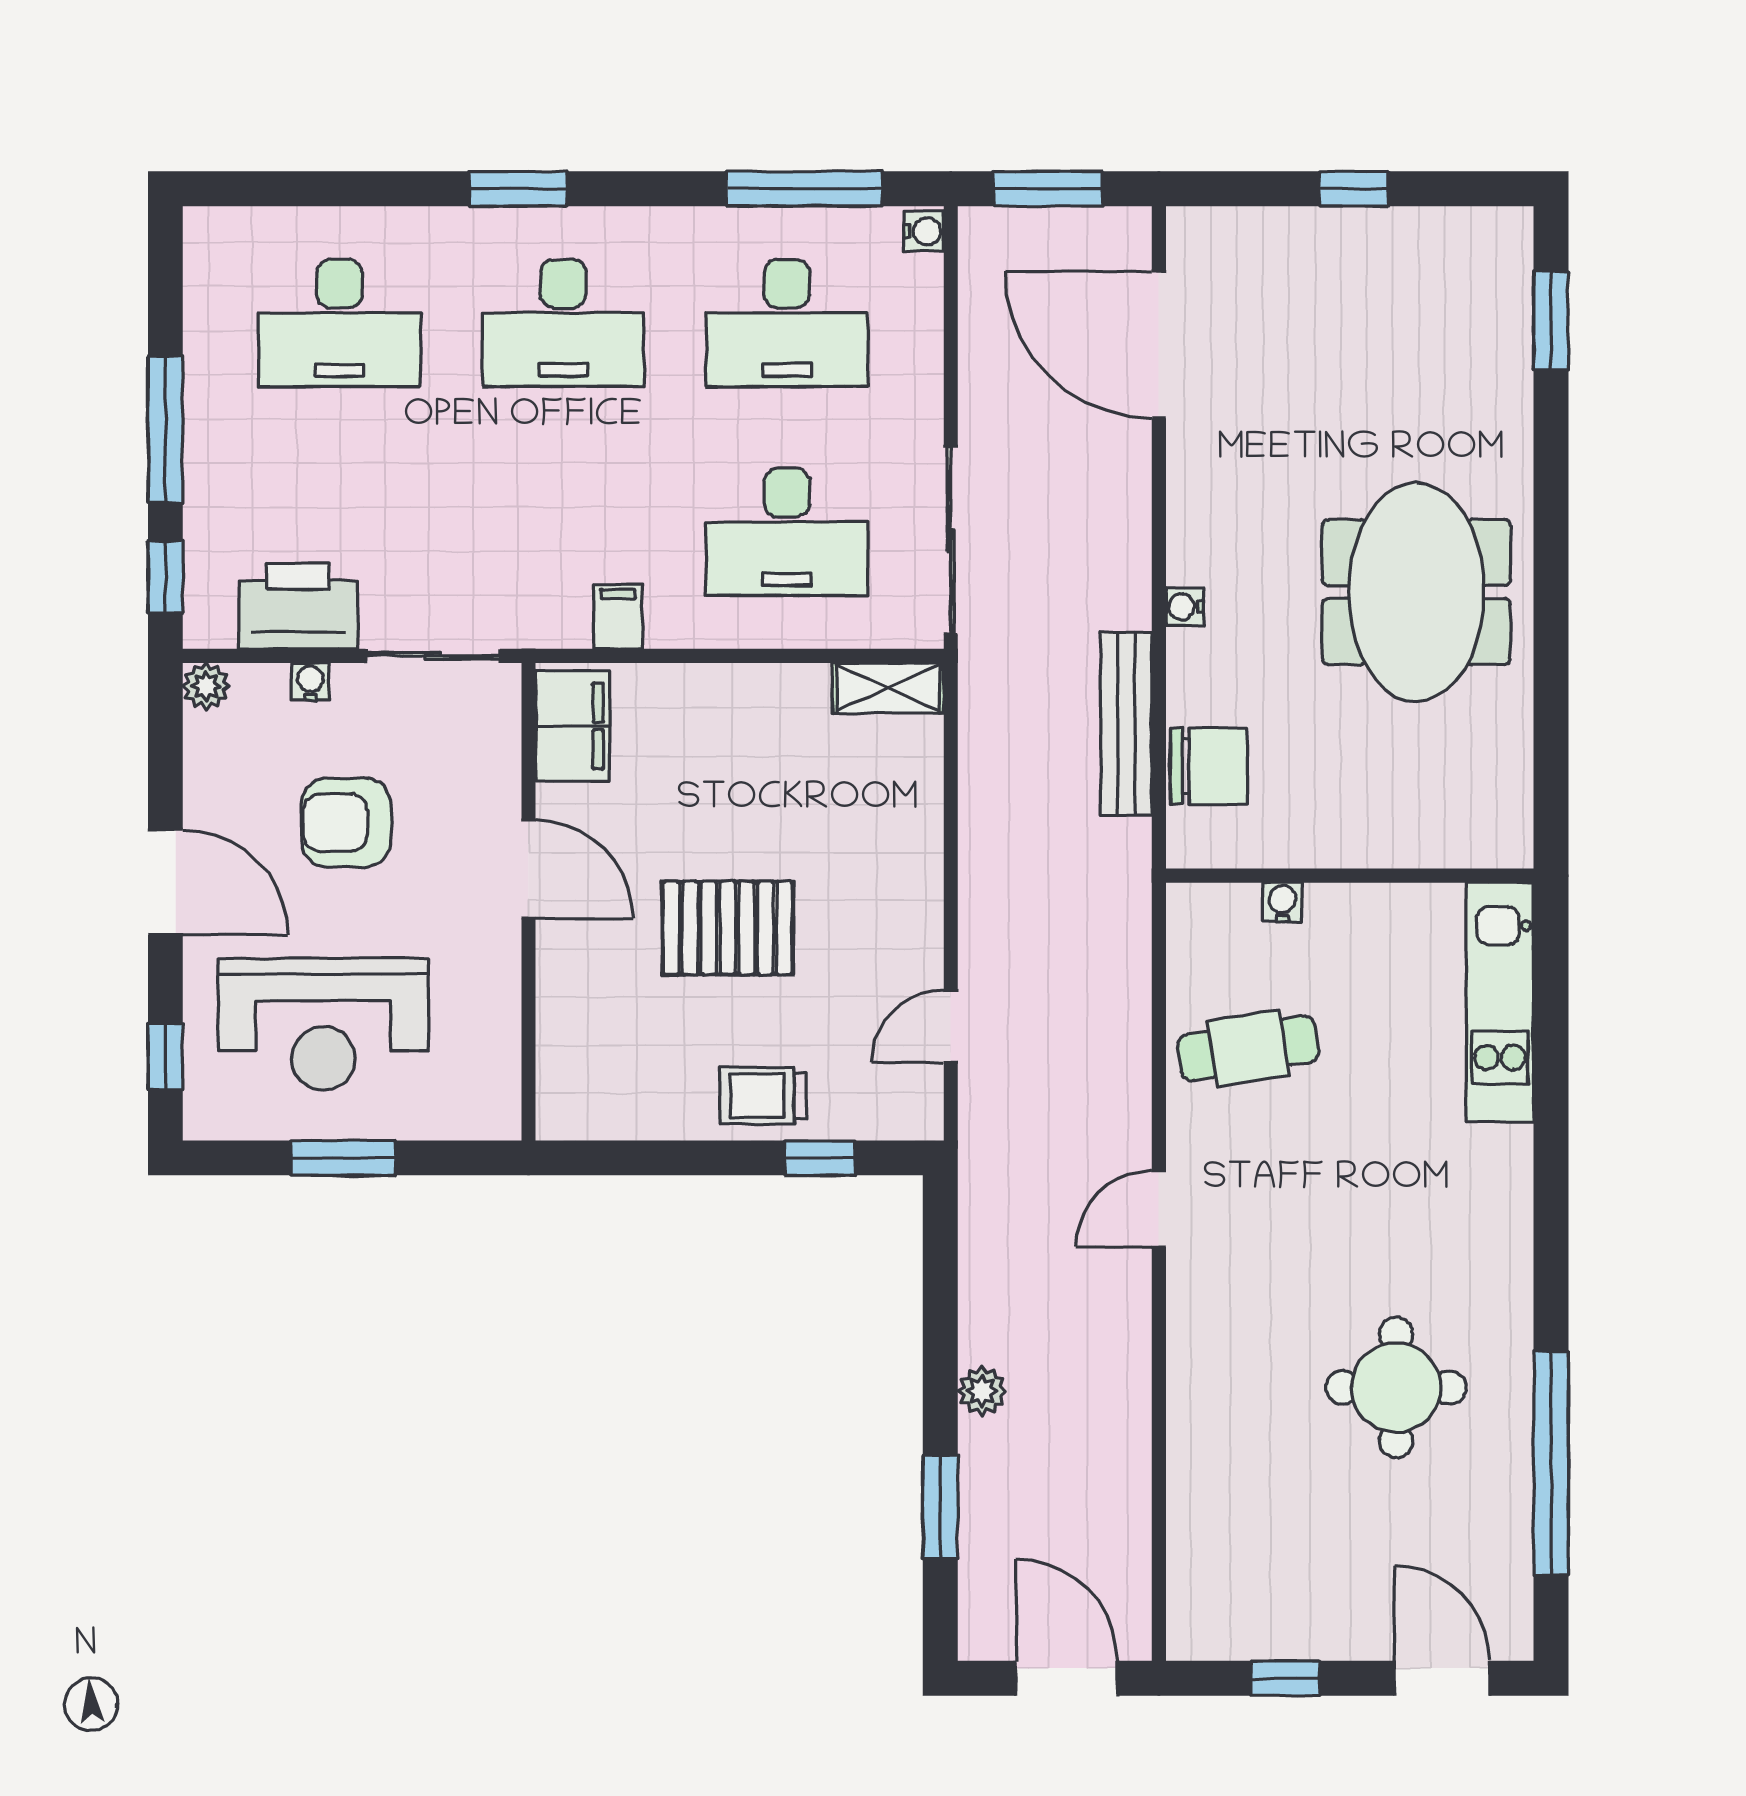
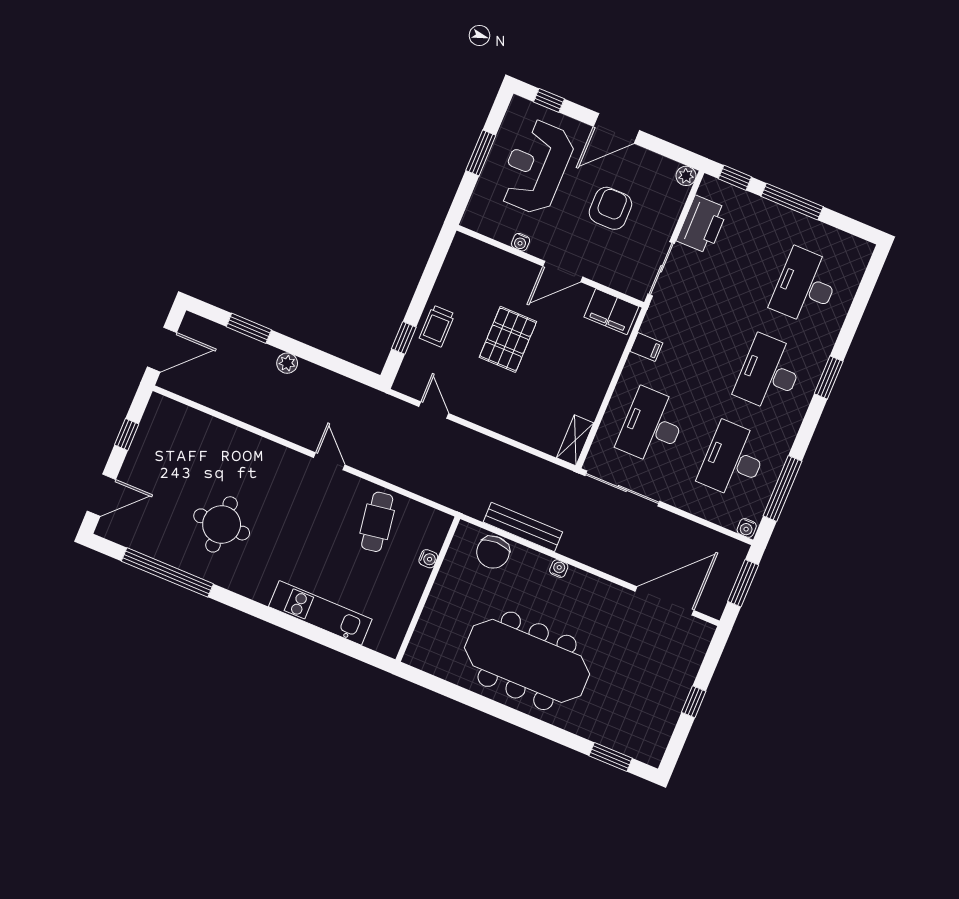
meeting table: (1416, 592) -> (527, 661), width x1.36
water cooler: (310, 682) -> (521, 242), moved, turned 90
kitchen unit: (1500, 1002) -> (320, 613), moved
trolley: (763, 1096) -> (437, 326), turned 180

